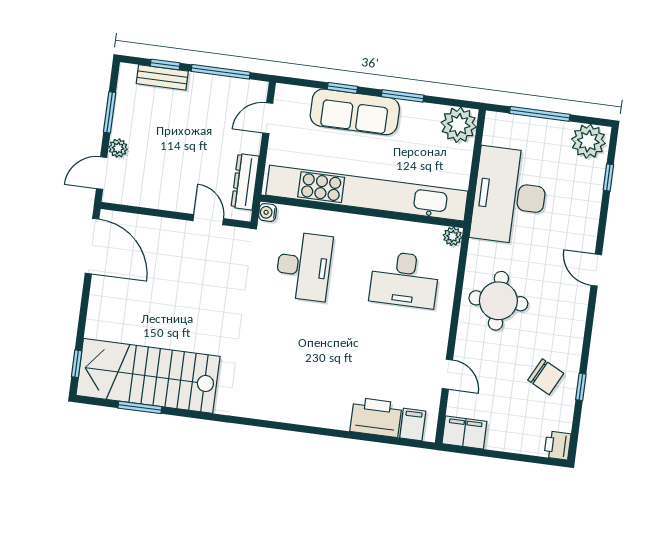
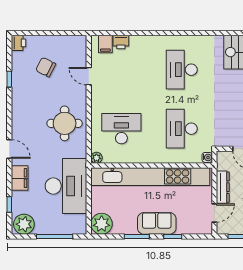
sofa: (355, 112) -> (157, 223), width x0.73
dresser: (245, 182) -> (223, 187), moved
desk: (291, 365) -> (182, 70), added
chair: (546, 377) -> (46, 67), moved
printer: (376, 417) -> (121, 42), width x0.53, depth x0.68
filing cabinet: (464, 432) -> (20, 178), moved, turned -90

